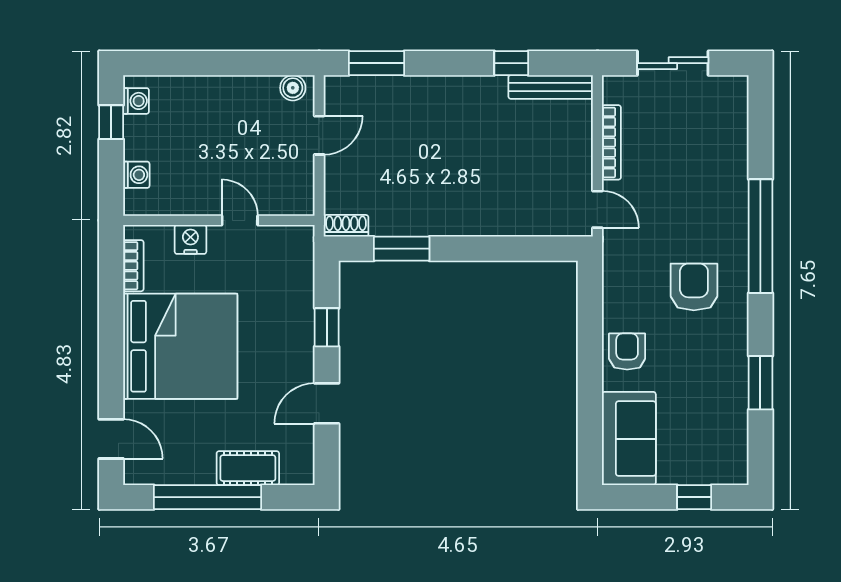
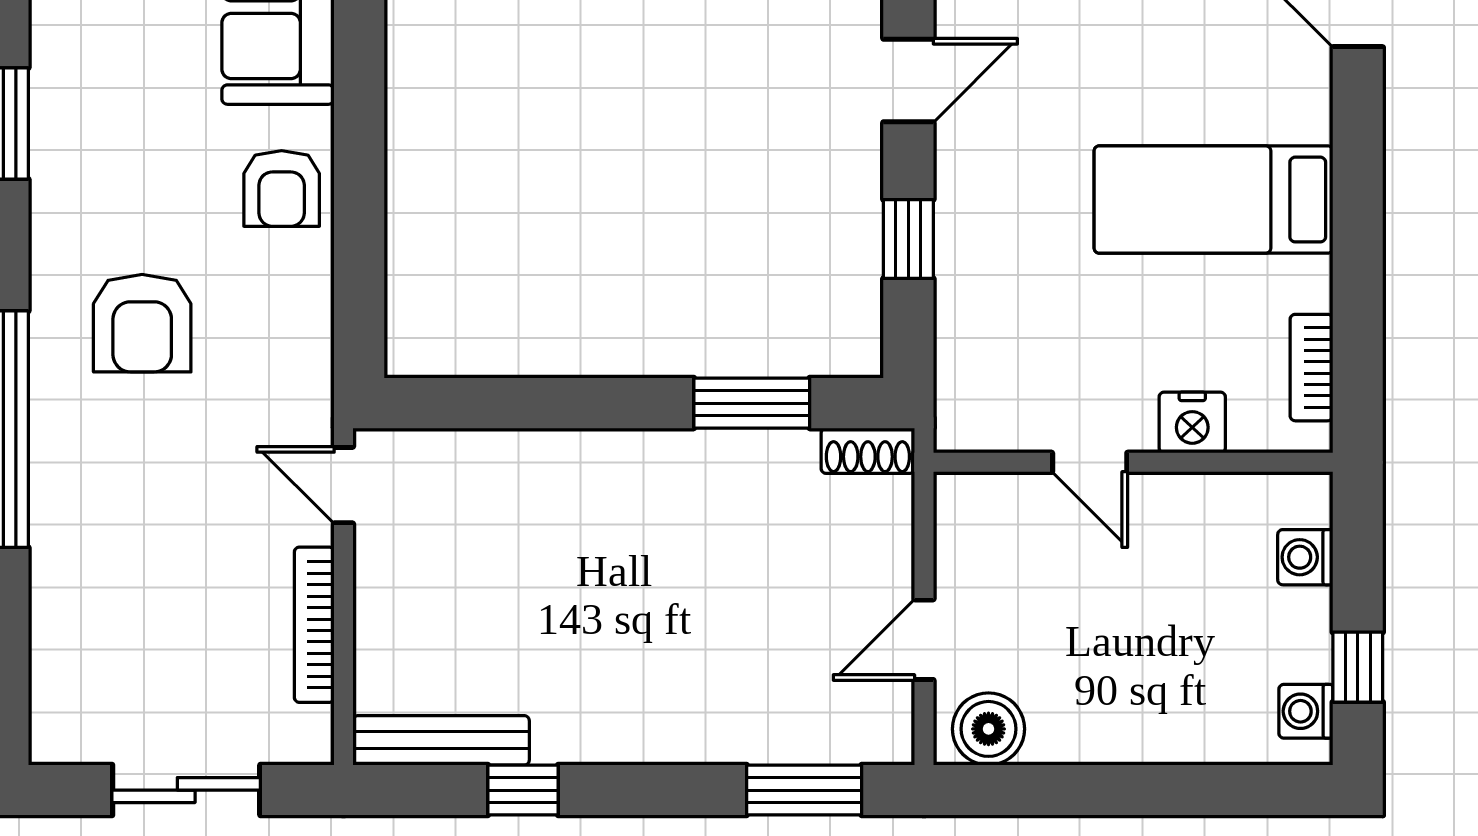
boiler: (293, 88) -> (988, 729), width x1.36, depth x1.36
bed: (180, 346) -> (1214, 200), width x0.49

